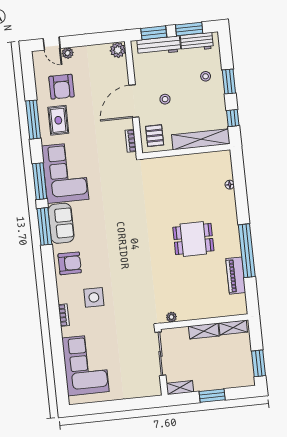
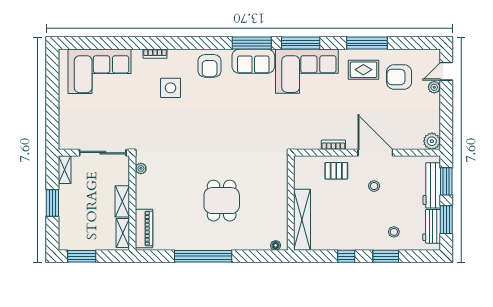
shelving: (201, 139) -> (302, 220), moved
wall: (186, 151) -> (291, 203), moved
piano: (236, 276) -> (144, 228), moved, turned 90

